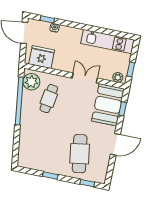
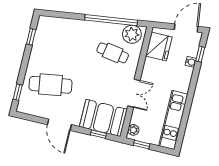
window: (50, 175) -> (31, 37), moved

